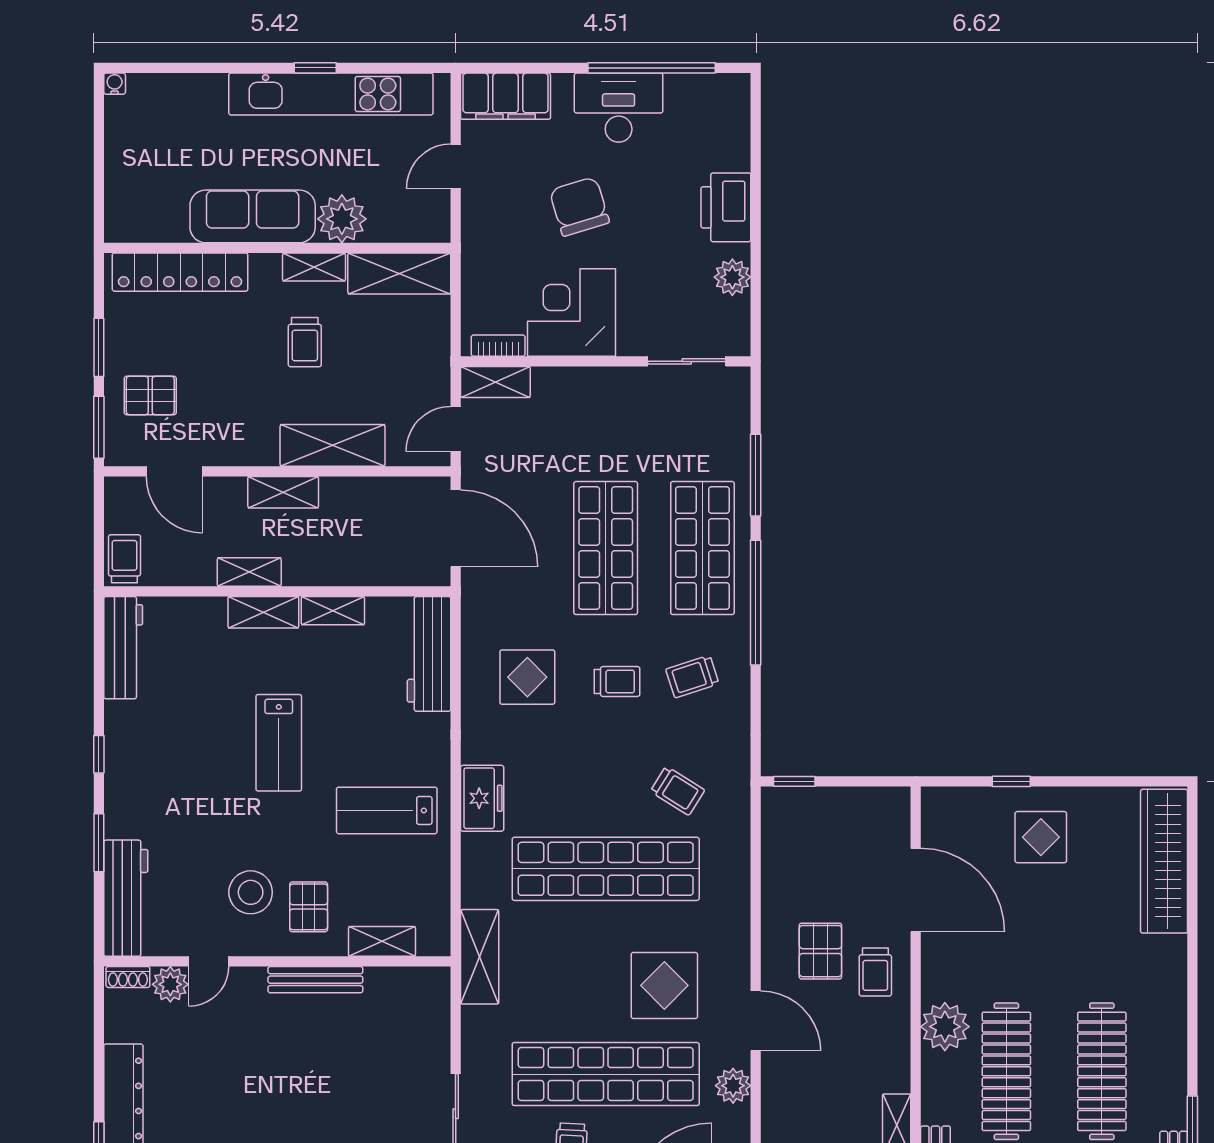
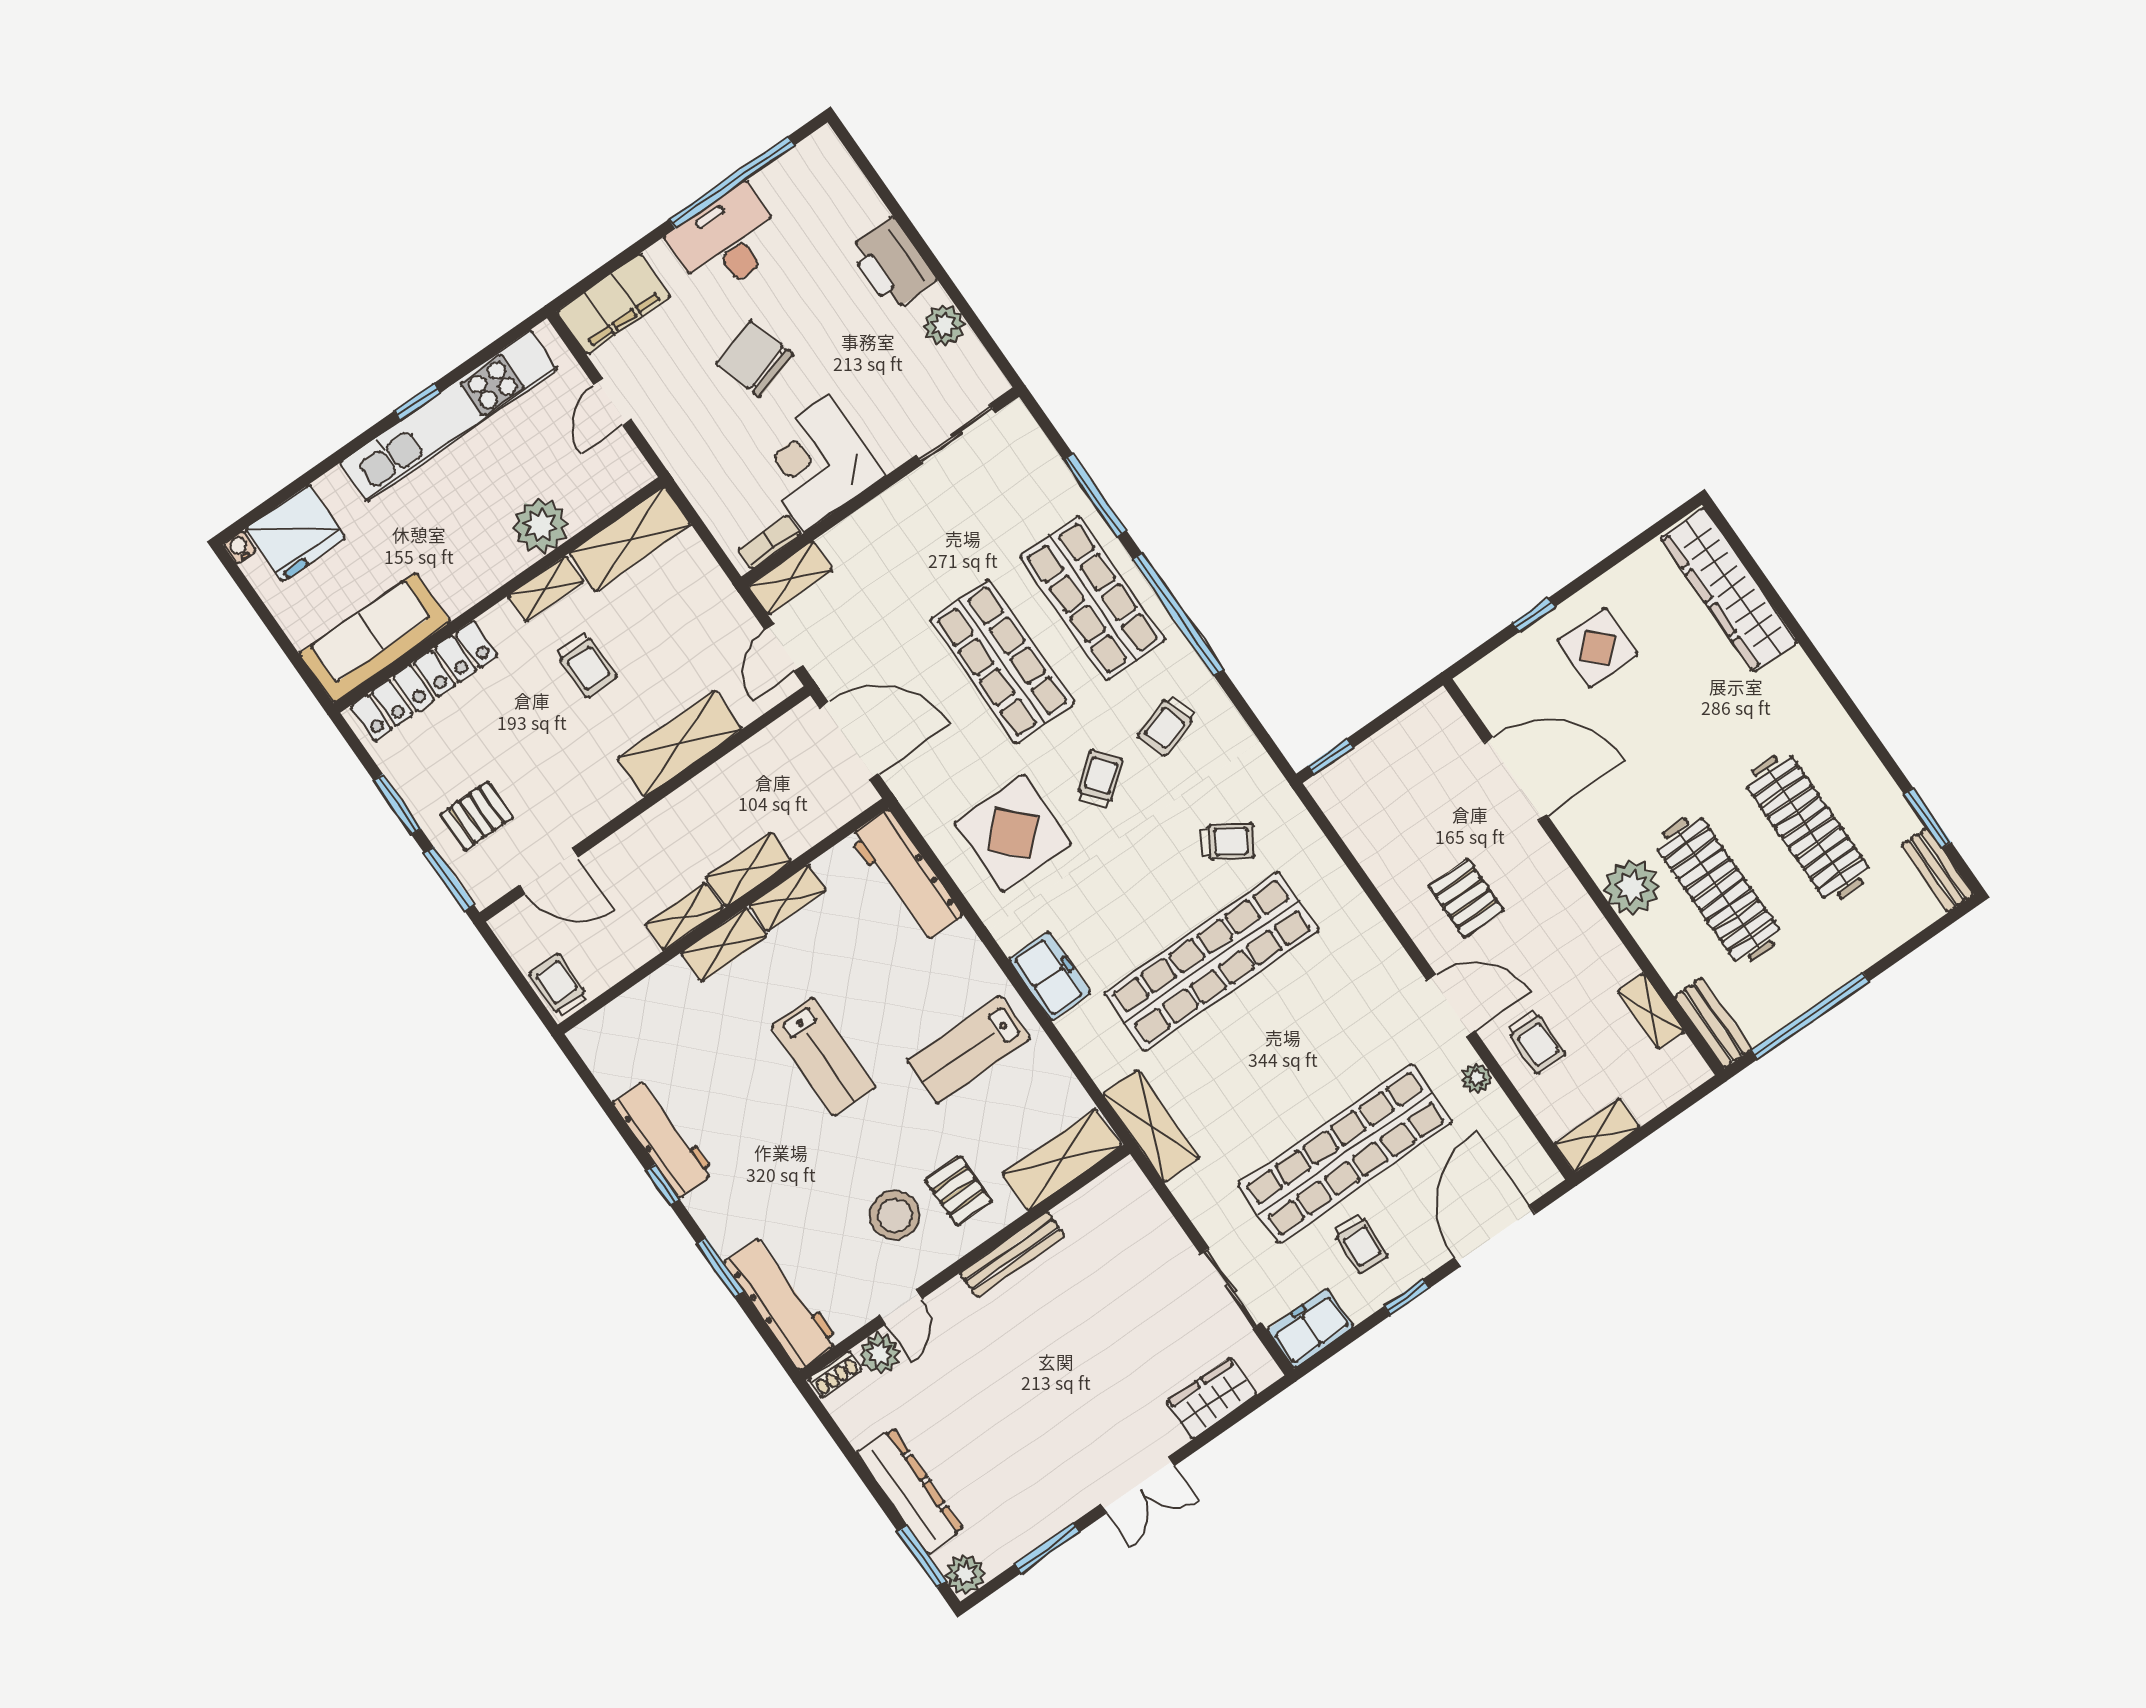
fridge: (162, 102) -> (296, 533), added
sofa: (253, 216) -> (375, 638), moved
shelving: (283, 492) -> (749, 869), moved
workbench: (123, 648) -> (663, 1138), moved
display table: (527, 677) -> (1013, 833), width x1.36, depth x1.36
trolley: (617, 682) -> (1100, 779), turned -39
shelving: (382, 941) -> (1062, 1160), width x1.50, depth x1.33
trolley: (875, 972) -> (1536, 1041), moved
display table: (664, 985) -> (1343, 1032), removed
plant: (733, 1086) -> (1477, 1078), width x0.73, depth x0.73

